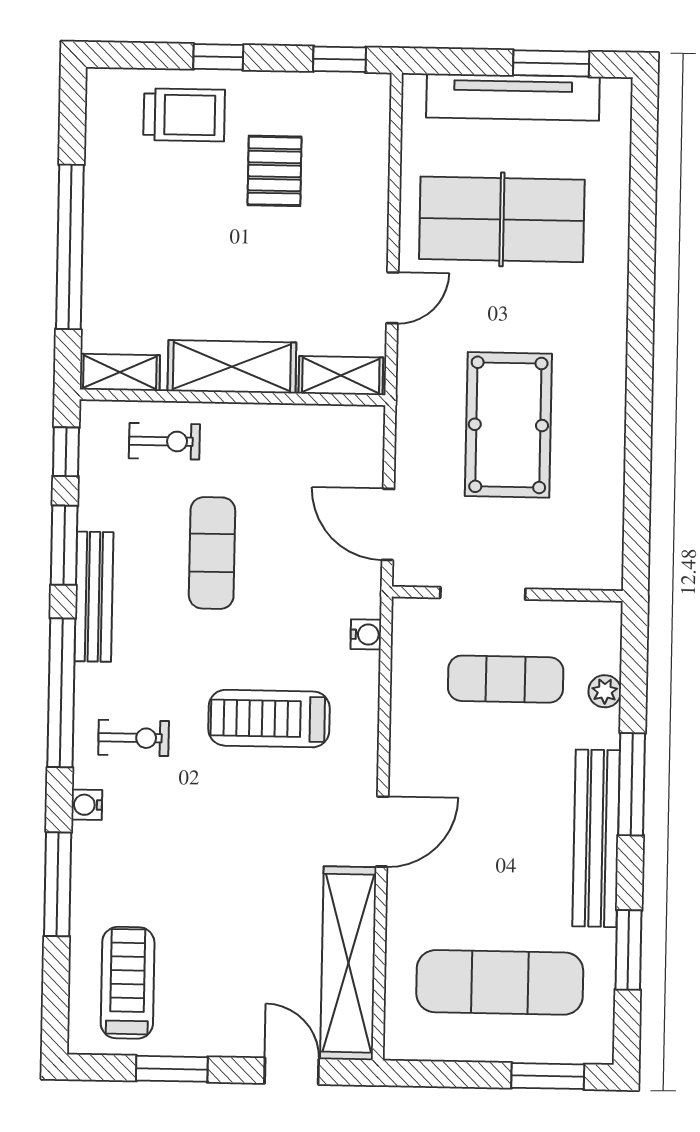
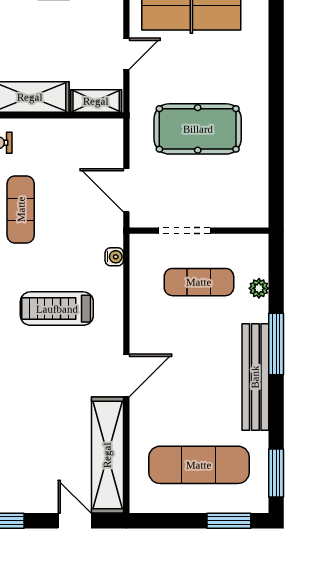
pool table: (508, 425) -> (198, 129), turned 90
window: (628, 950) -> (276, 473), moved

